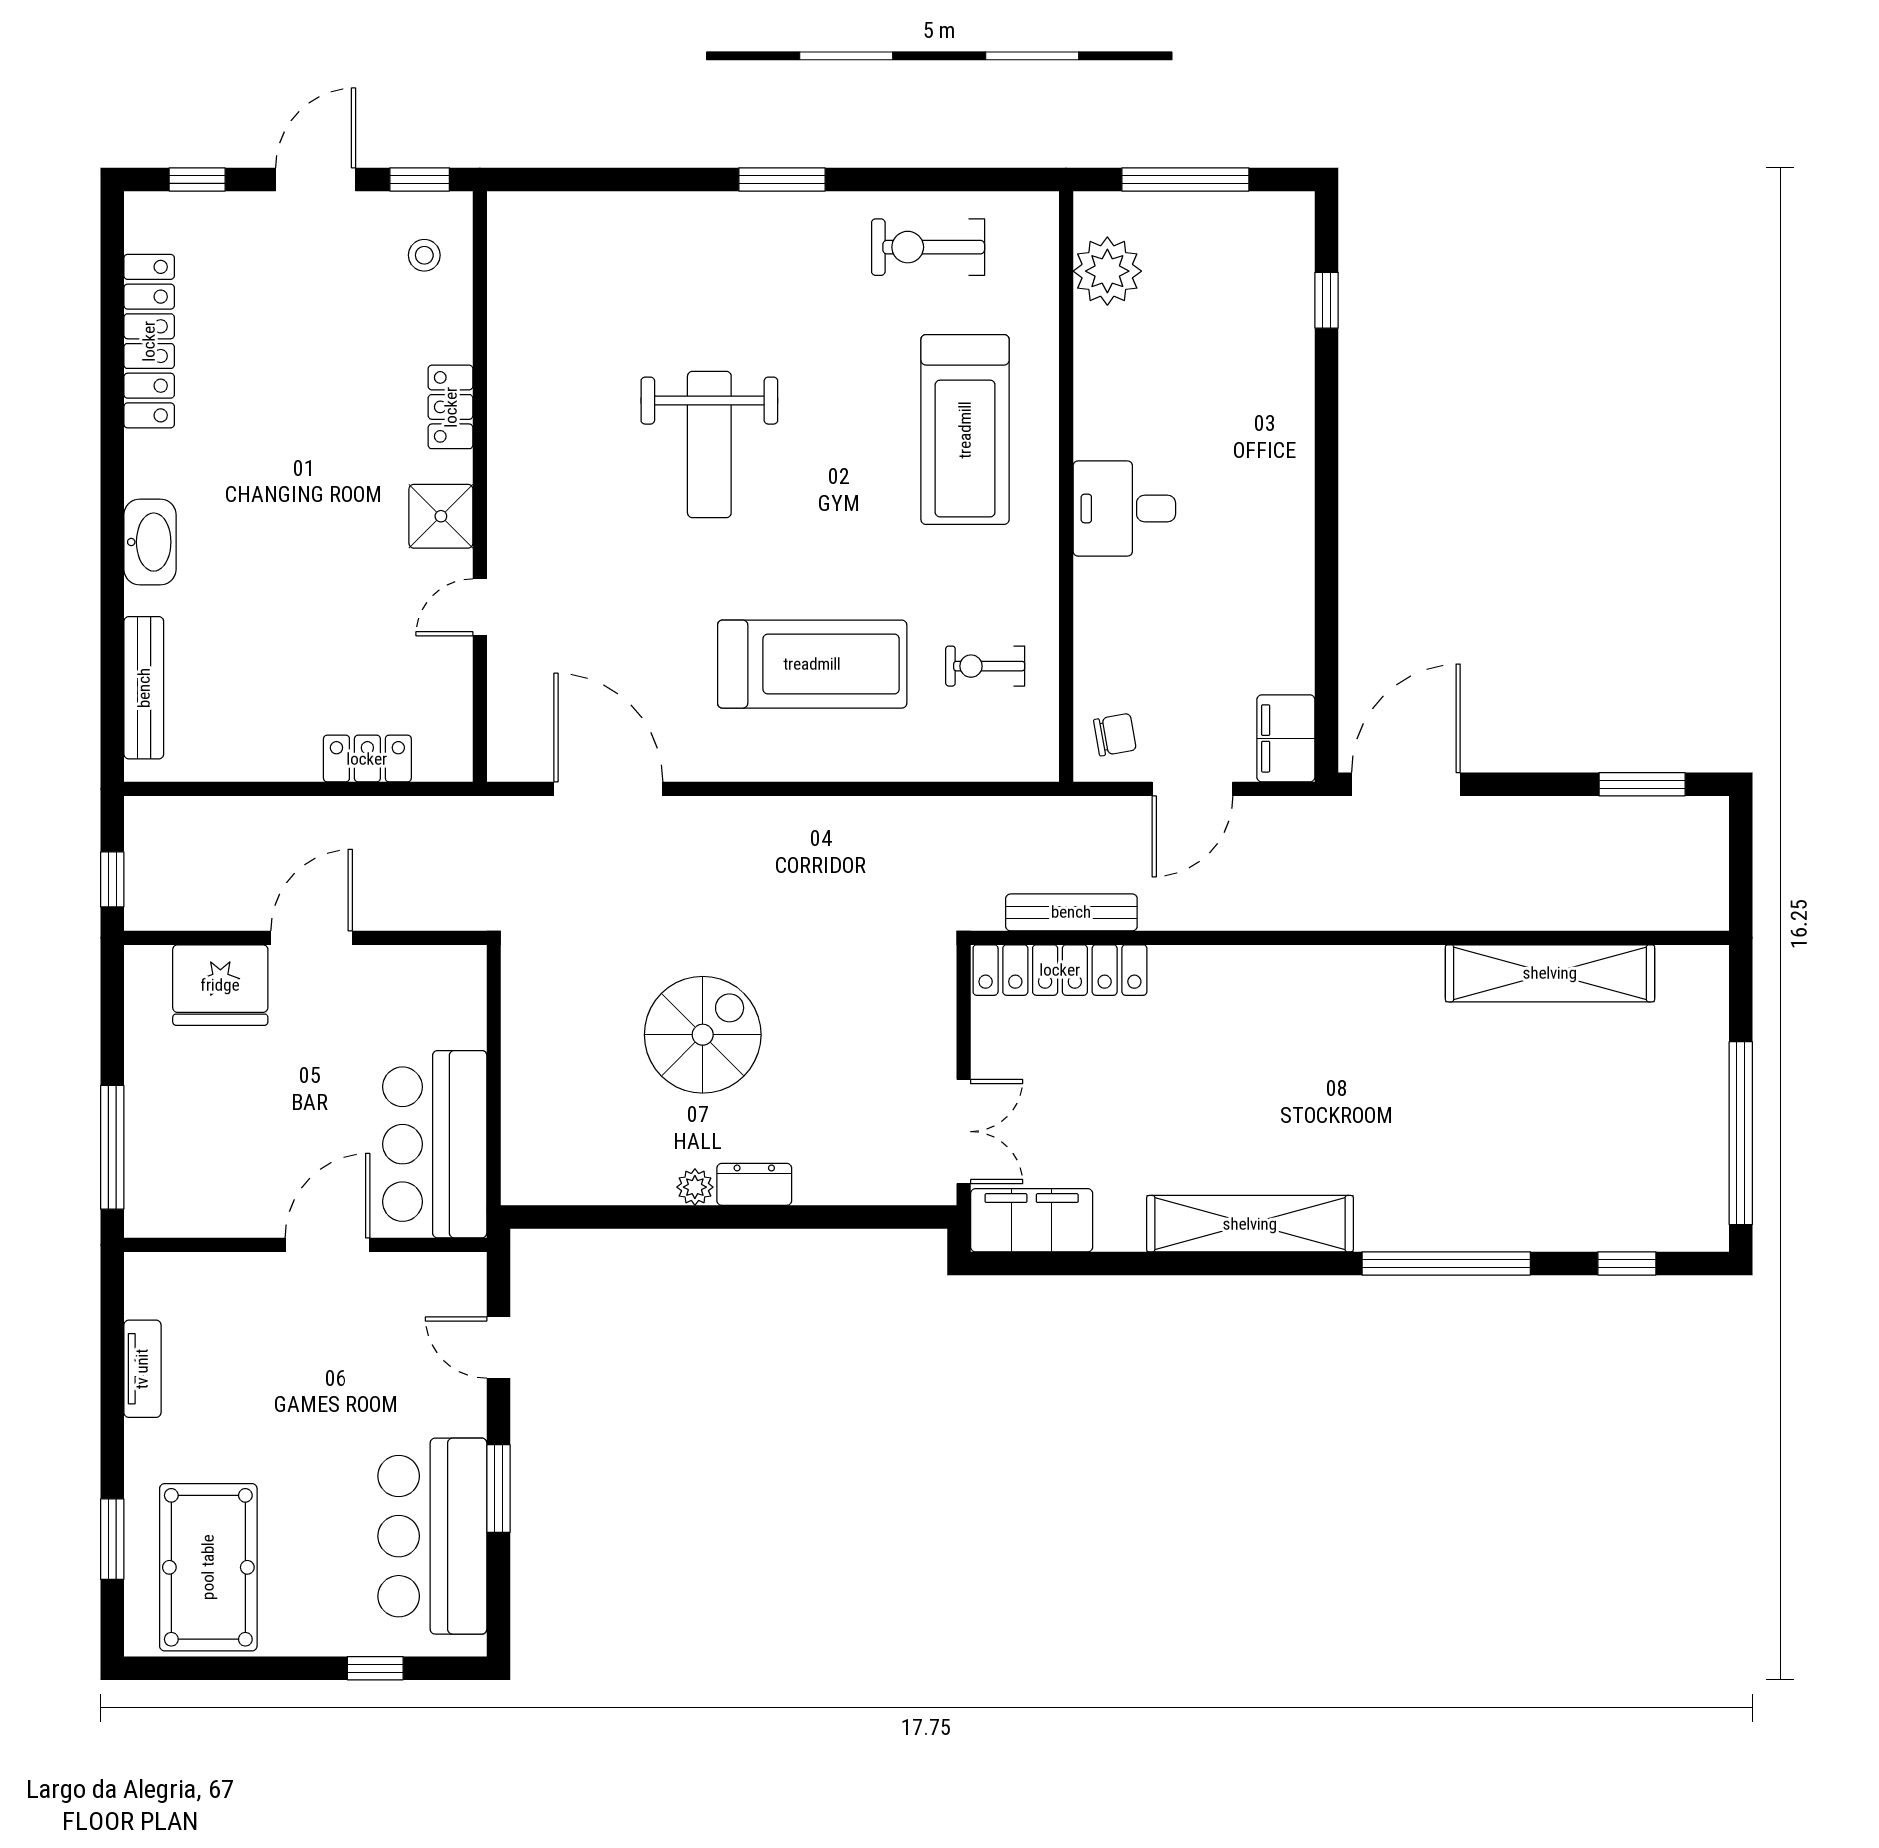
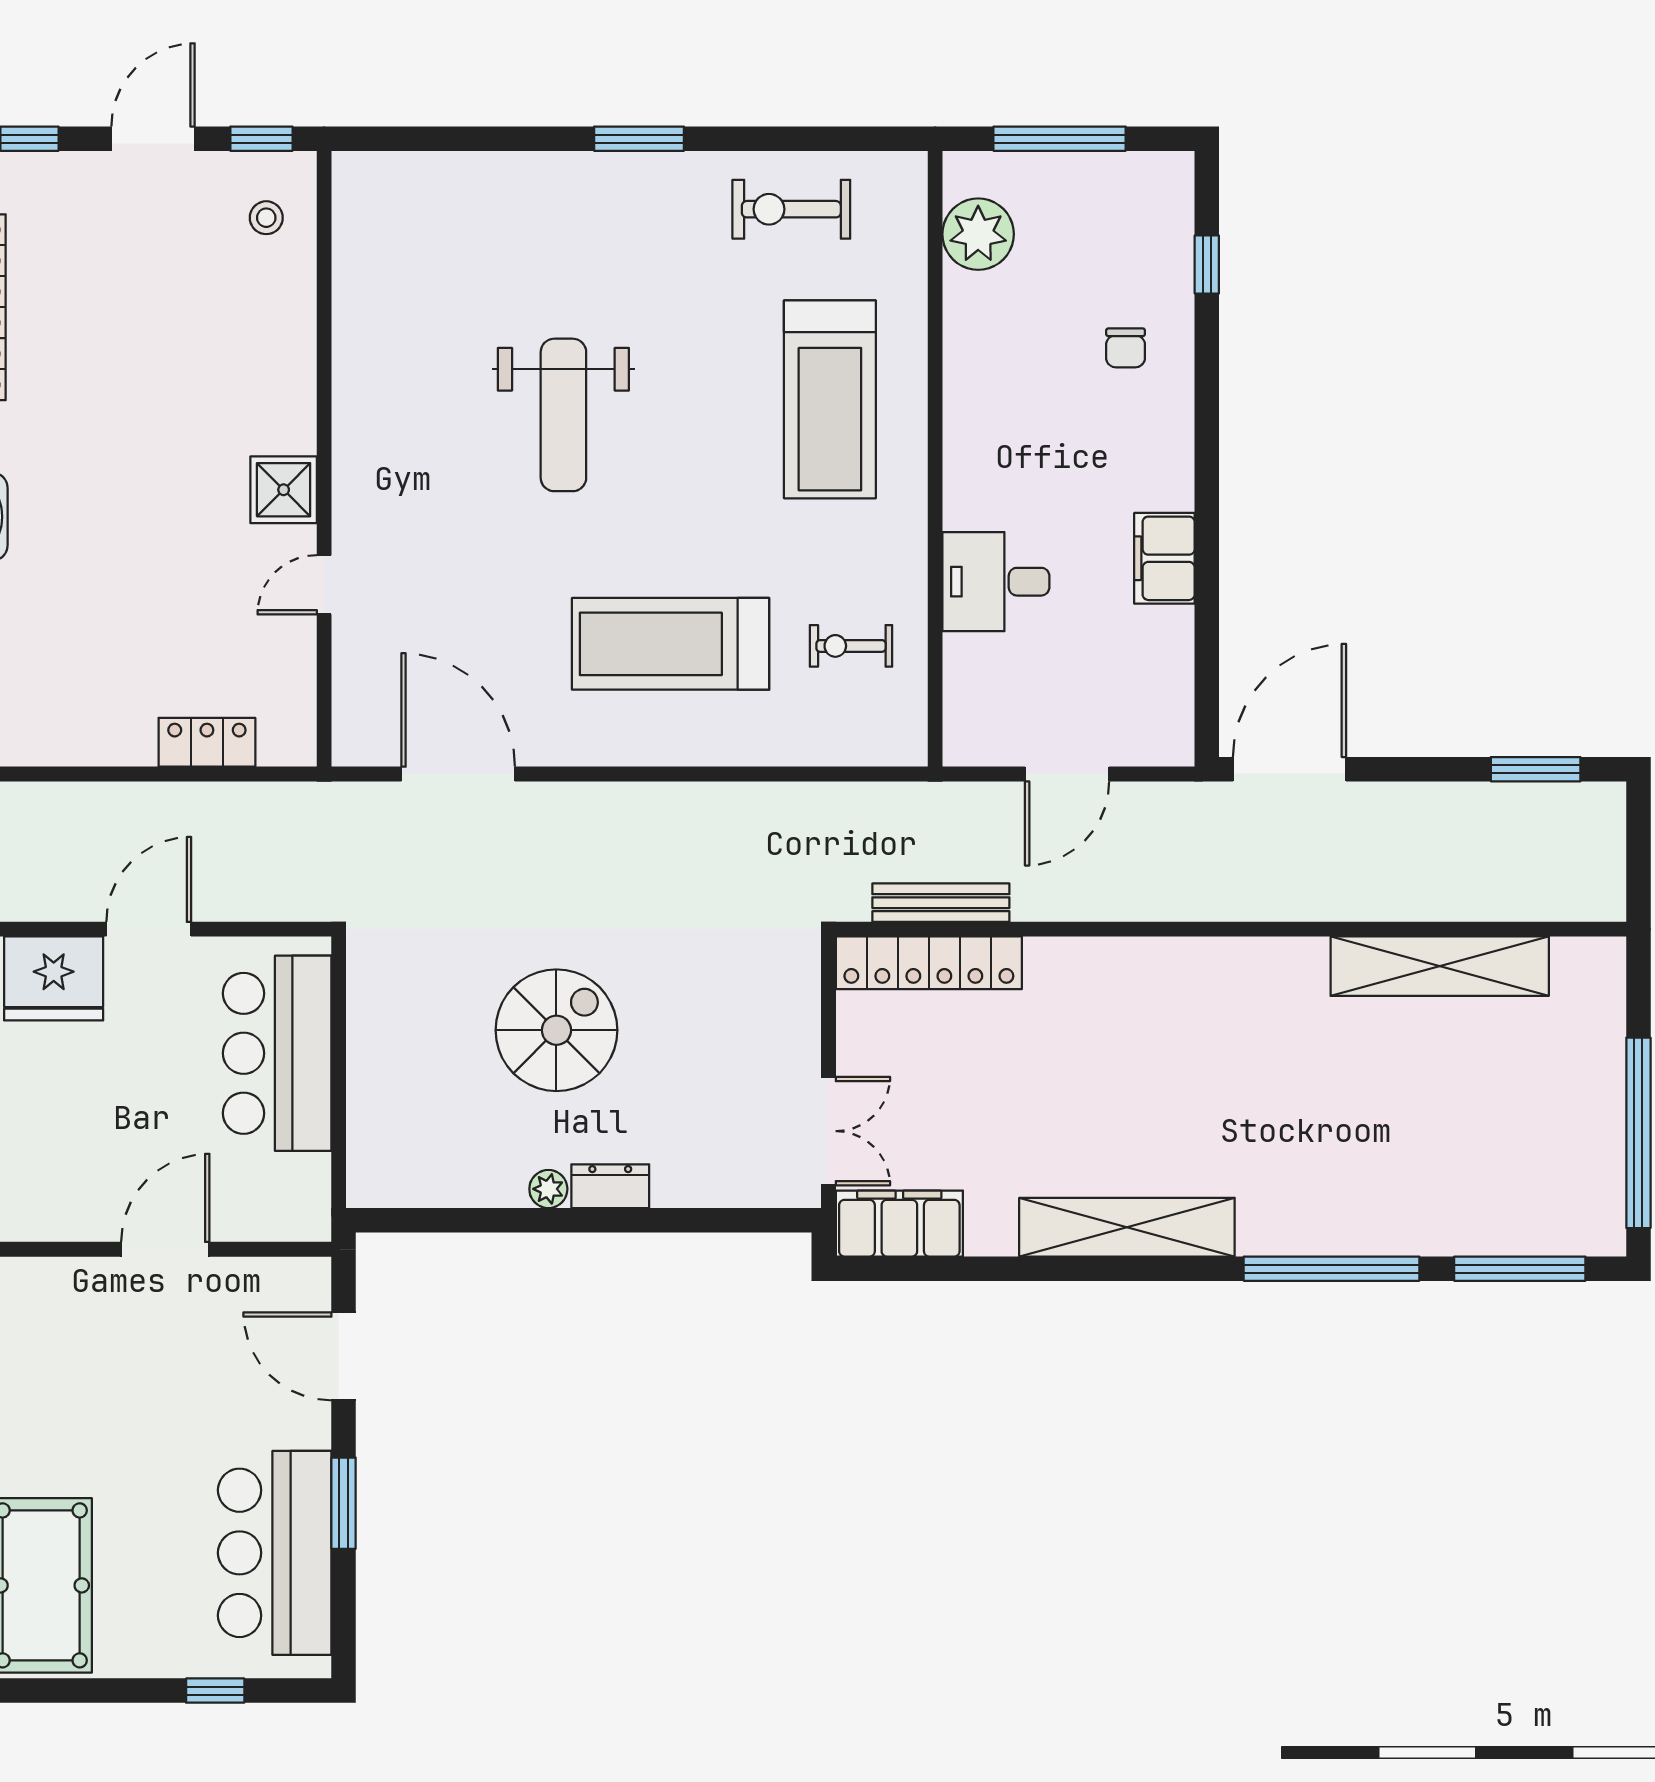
locker: (451, 407) -> (294, 376), removed
desk: (1124, 509) -> (996, 582), moved
treadmill: (812, 664) -> (671, 644), turned 180
chair: (1115, 735) -> (1126, 348), moved, turned 100
filing cabinet: (1286, 738) -> (1164, 558), moved
bar counter: (435, 1144) -> (277, 1053), moved
window: (1627, 1263) -> (1520, 1269), width x2.17
door: (498, 1348) -> (344, 1356), width x1.38

